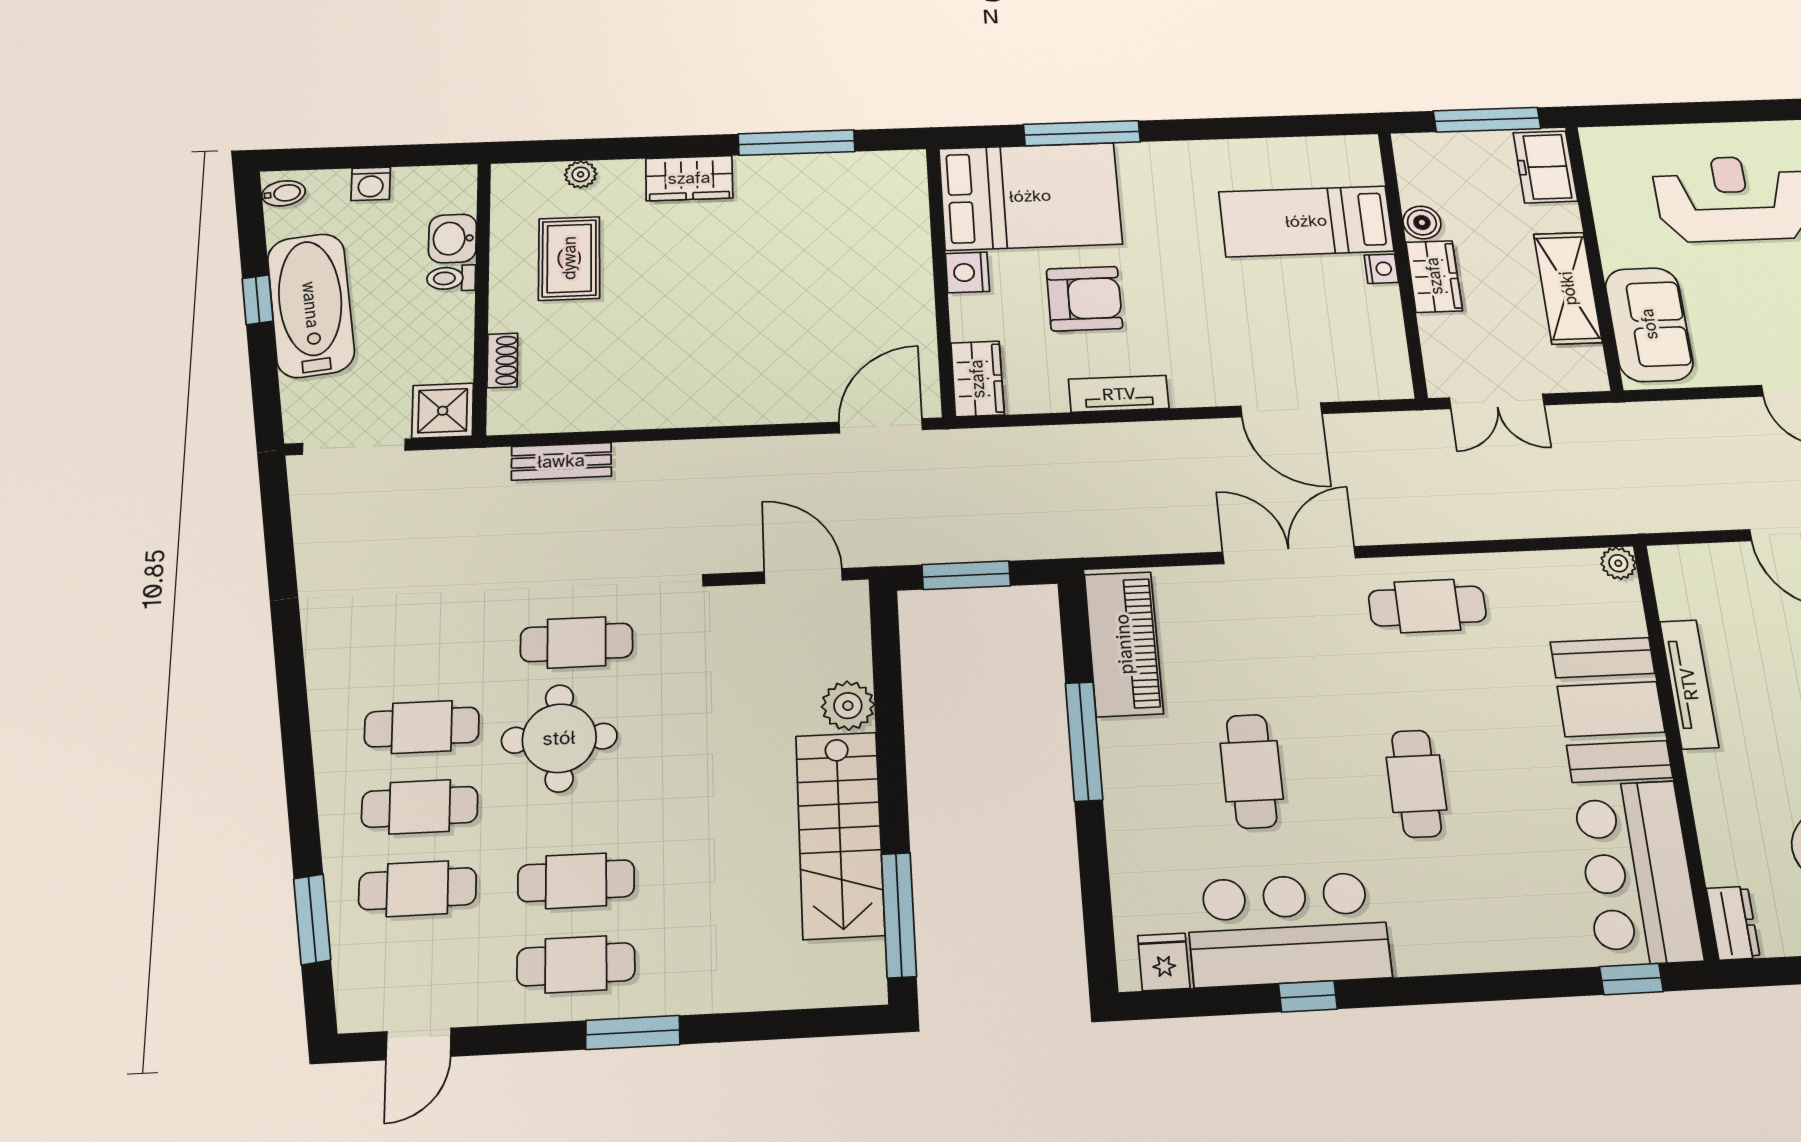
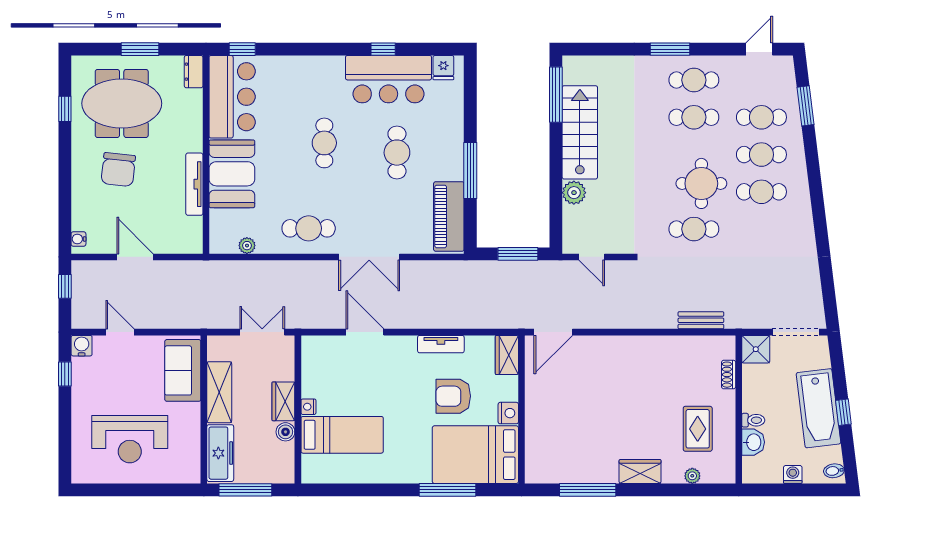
freezer: (1545, 167) -> (220, 453), width x1.40
plant: (1618, 563) -> (247, 246), moved
door: (803, 576) -> (592, 257), width x0.73

